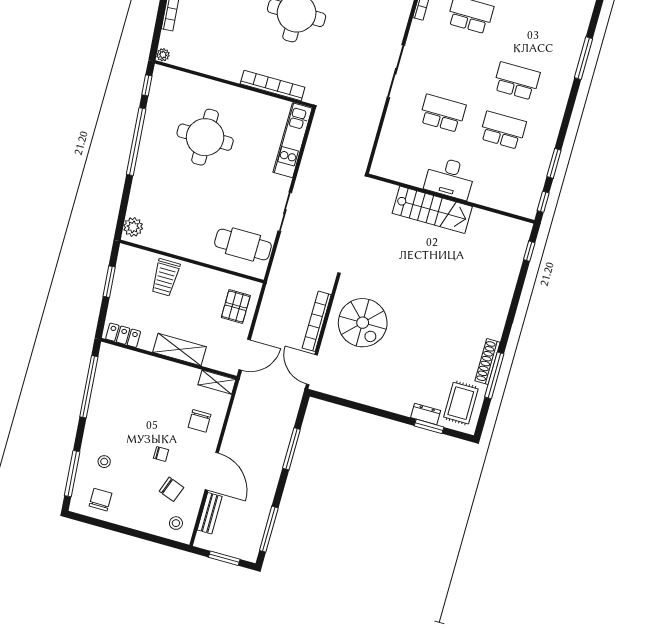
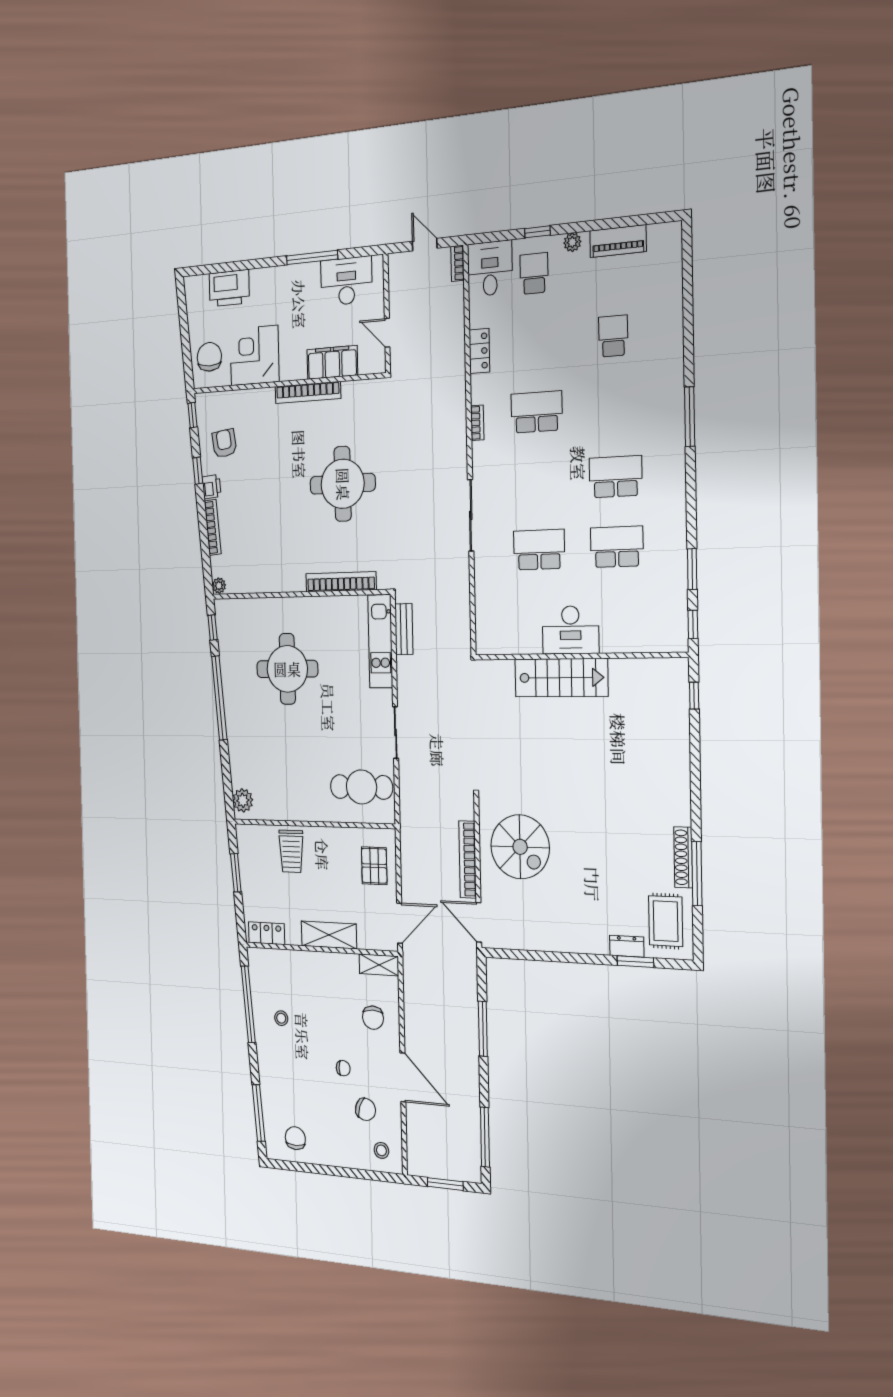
stool: (104, 462) -> (281, 1018), moved
bench: (210, 513) -> (404, 629), moved

